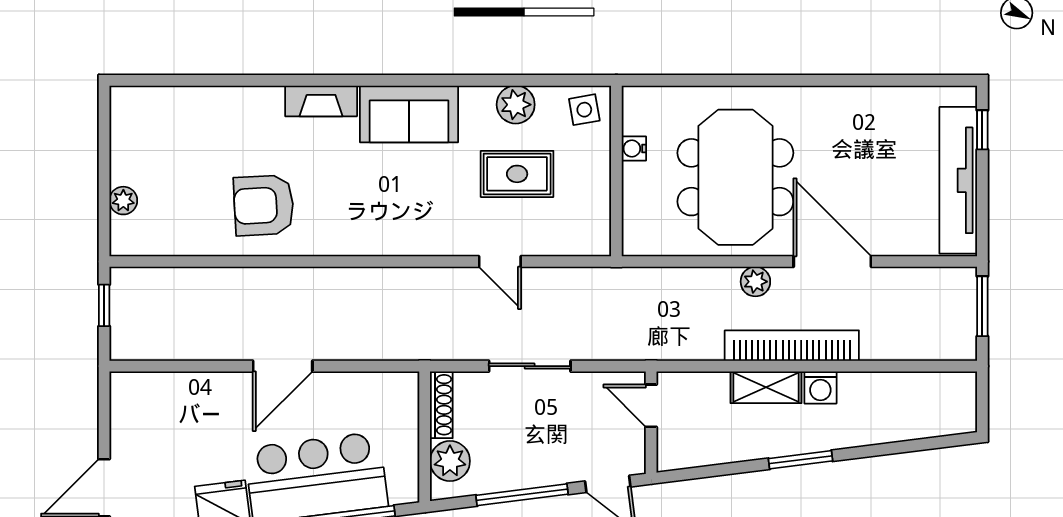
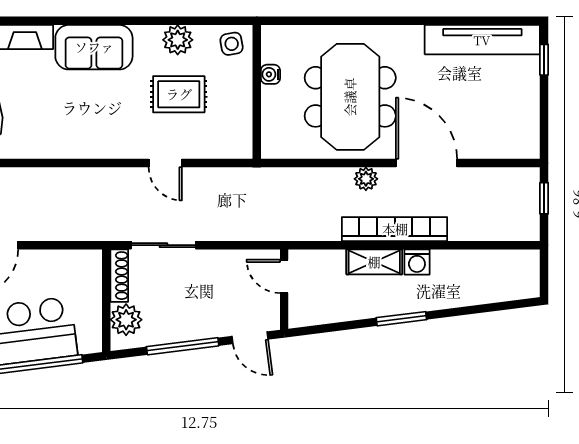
tv unit: (958, 180) -> (482, 40), moved, turned -90
window: (982, 306) -> (544, 198), width x0.67
sliding door: (530, 366) -> (163, 245), moved

